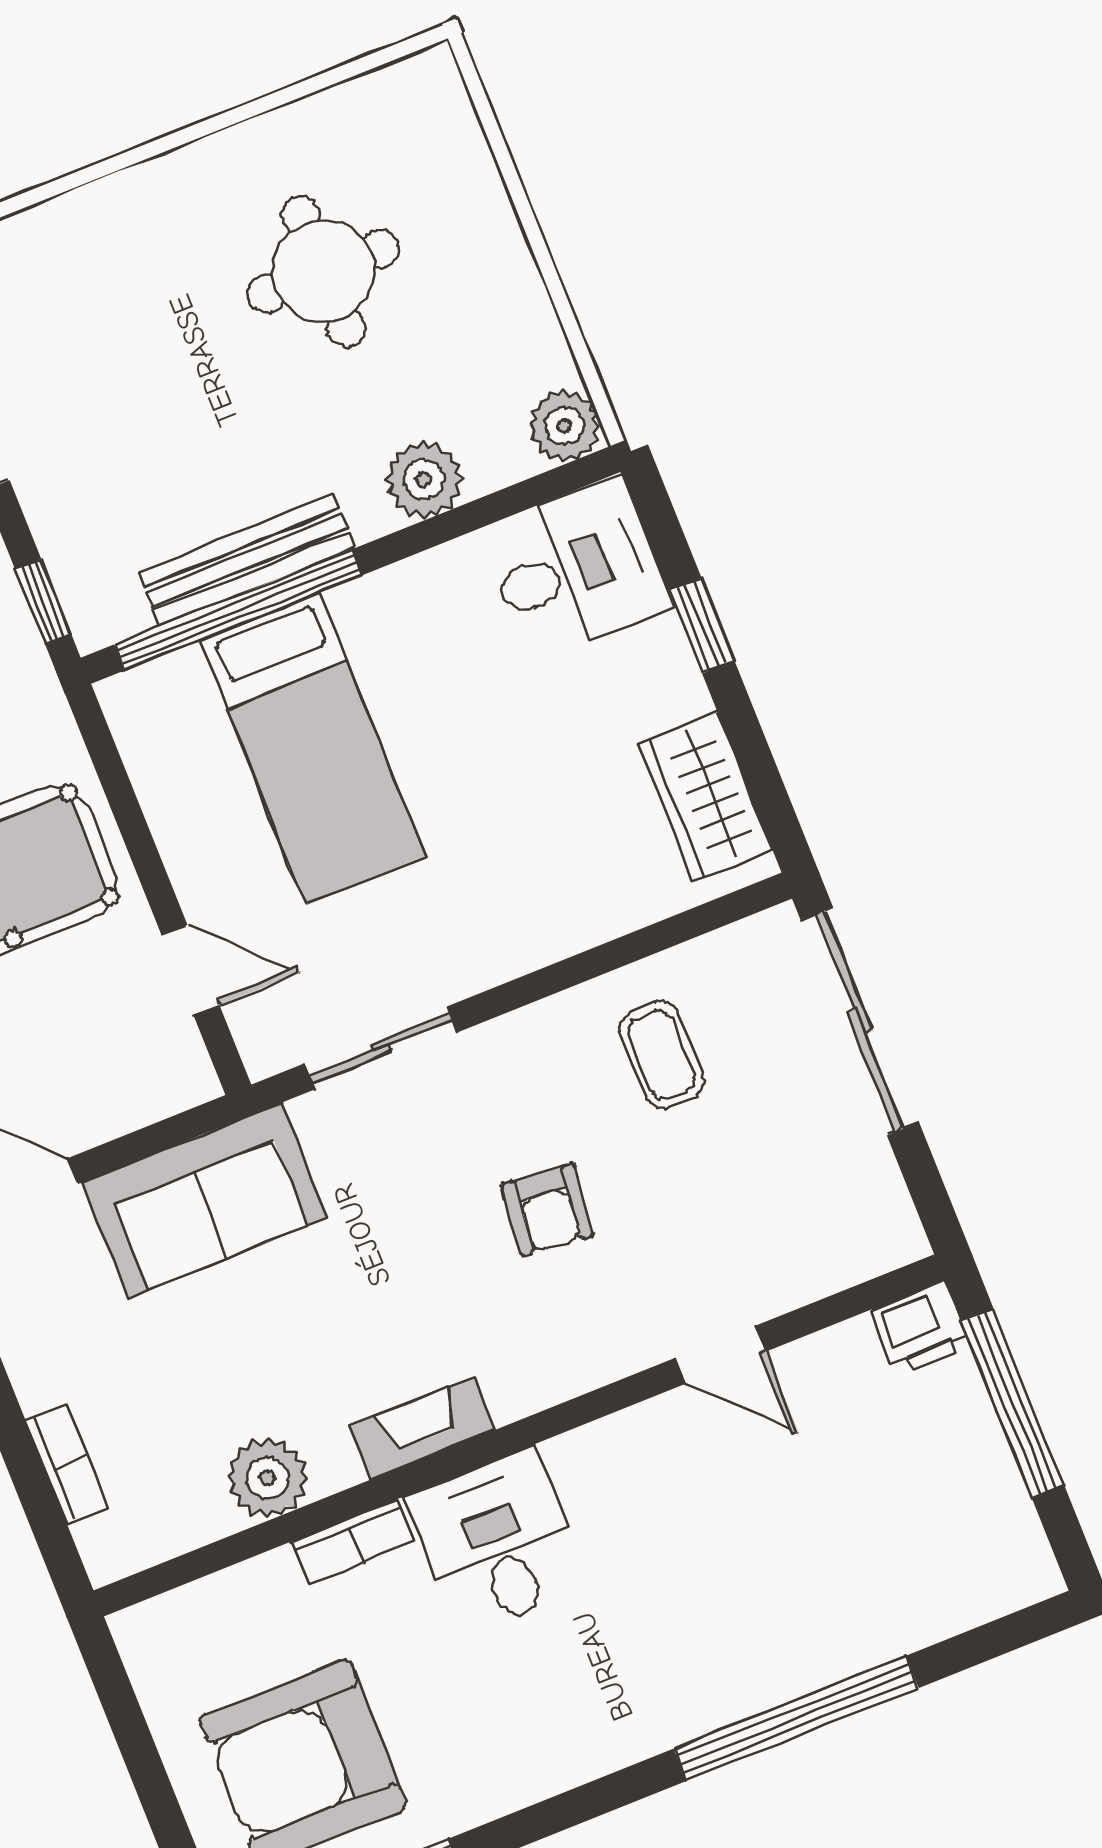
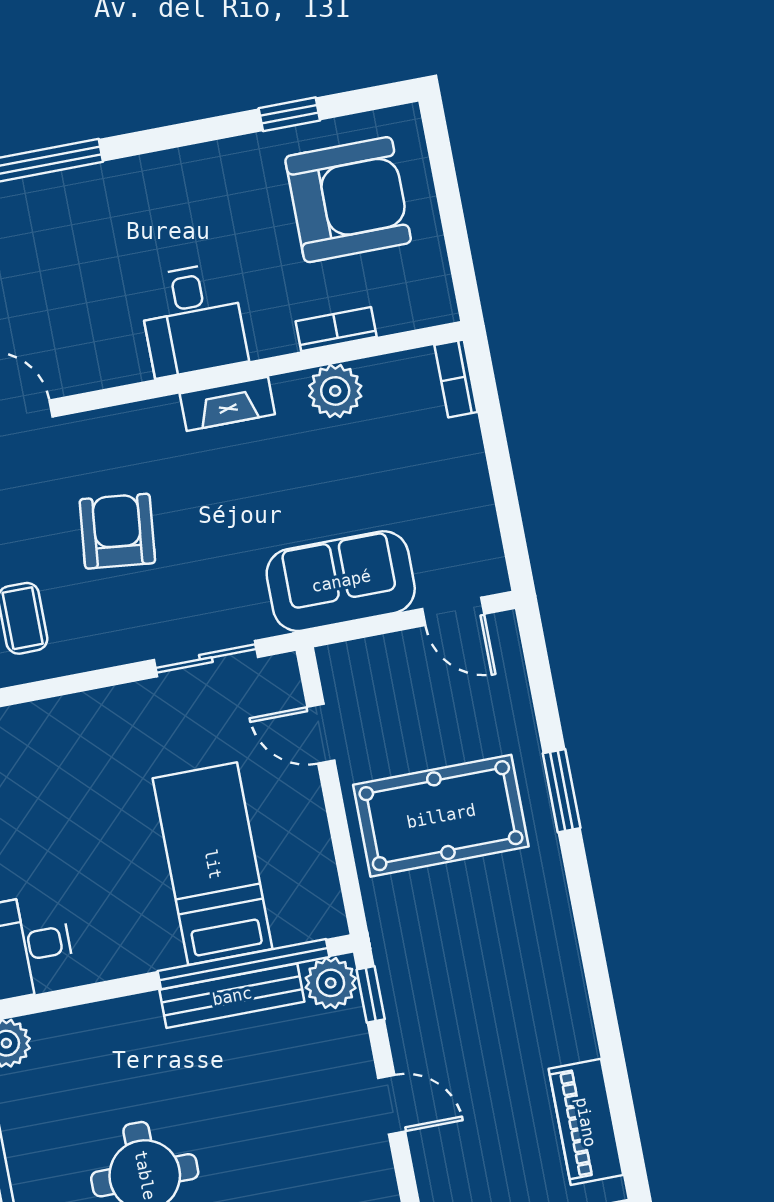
plant: (424, 479) -> (331, 983), moved
armchair: (547, 1210) -> (117, 531), width x1.38, depth x1.38
bookcase: (67, 1464) -> (456, 378), moved
bookcase: (353, 1541) -> (336, 329), moved

